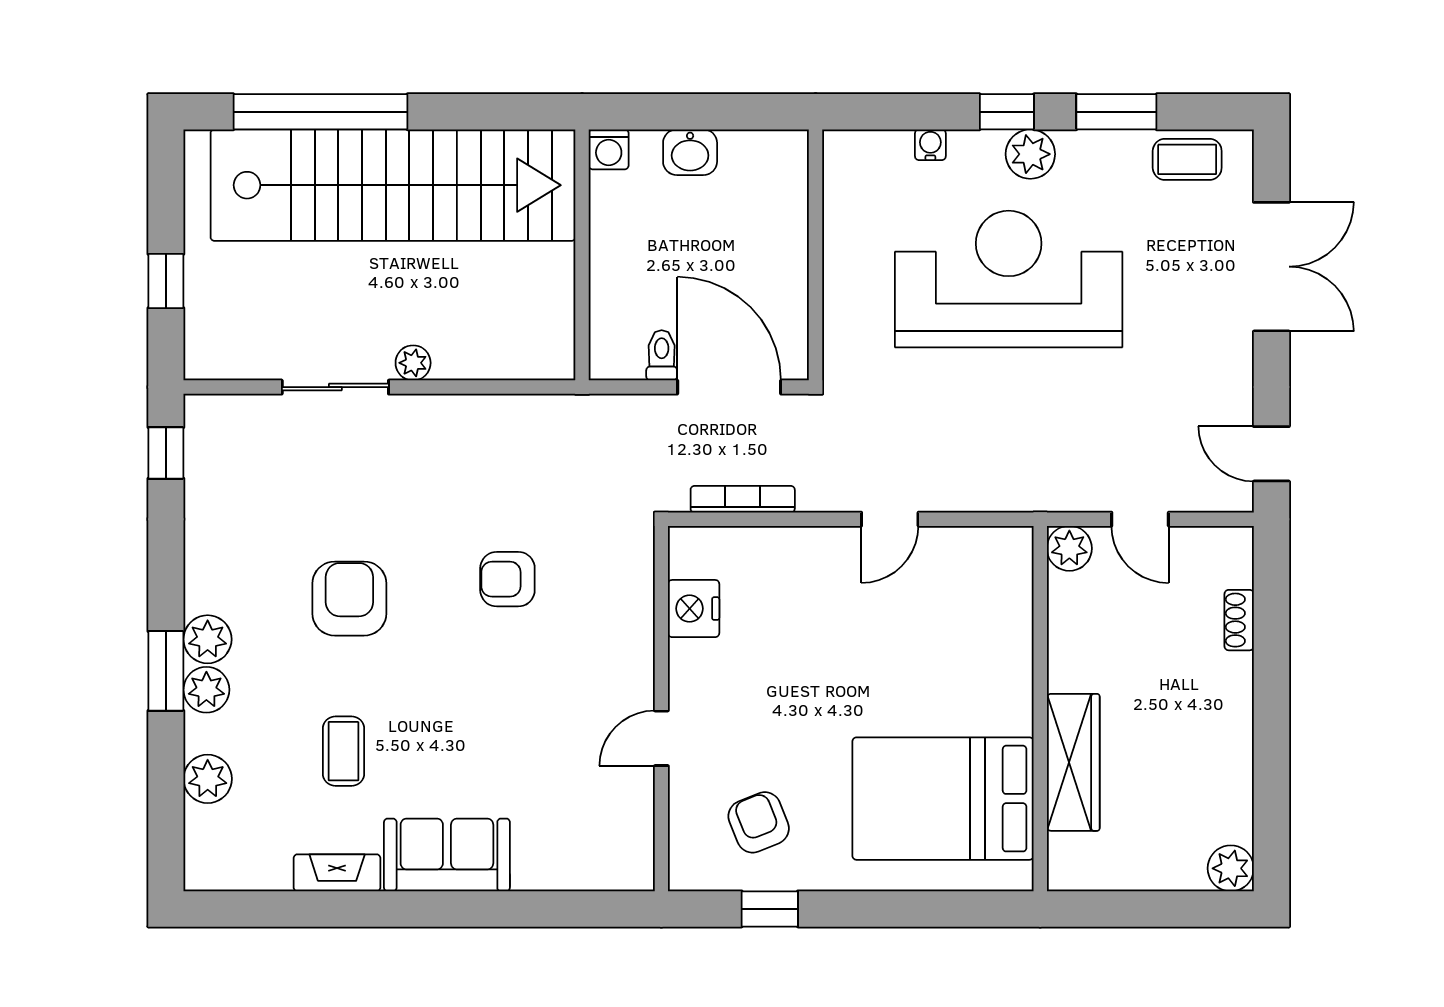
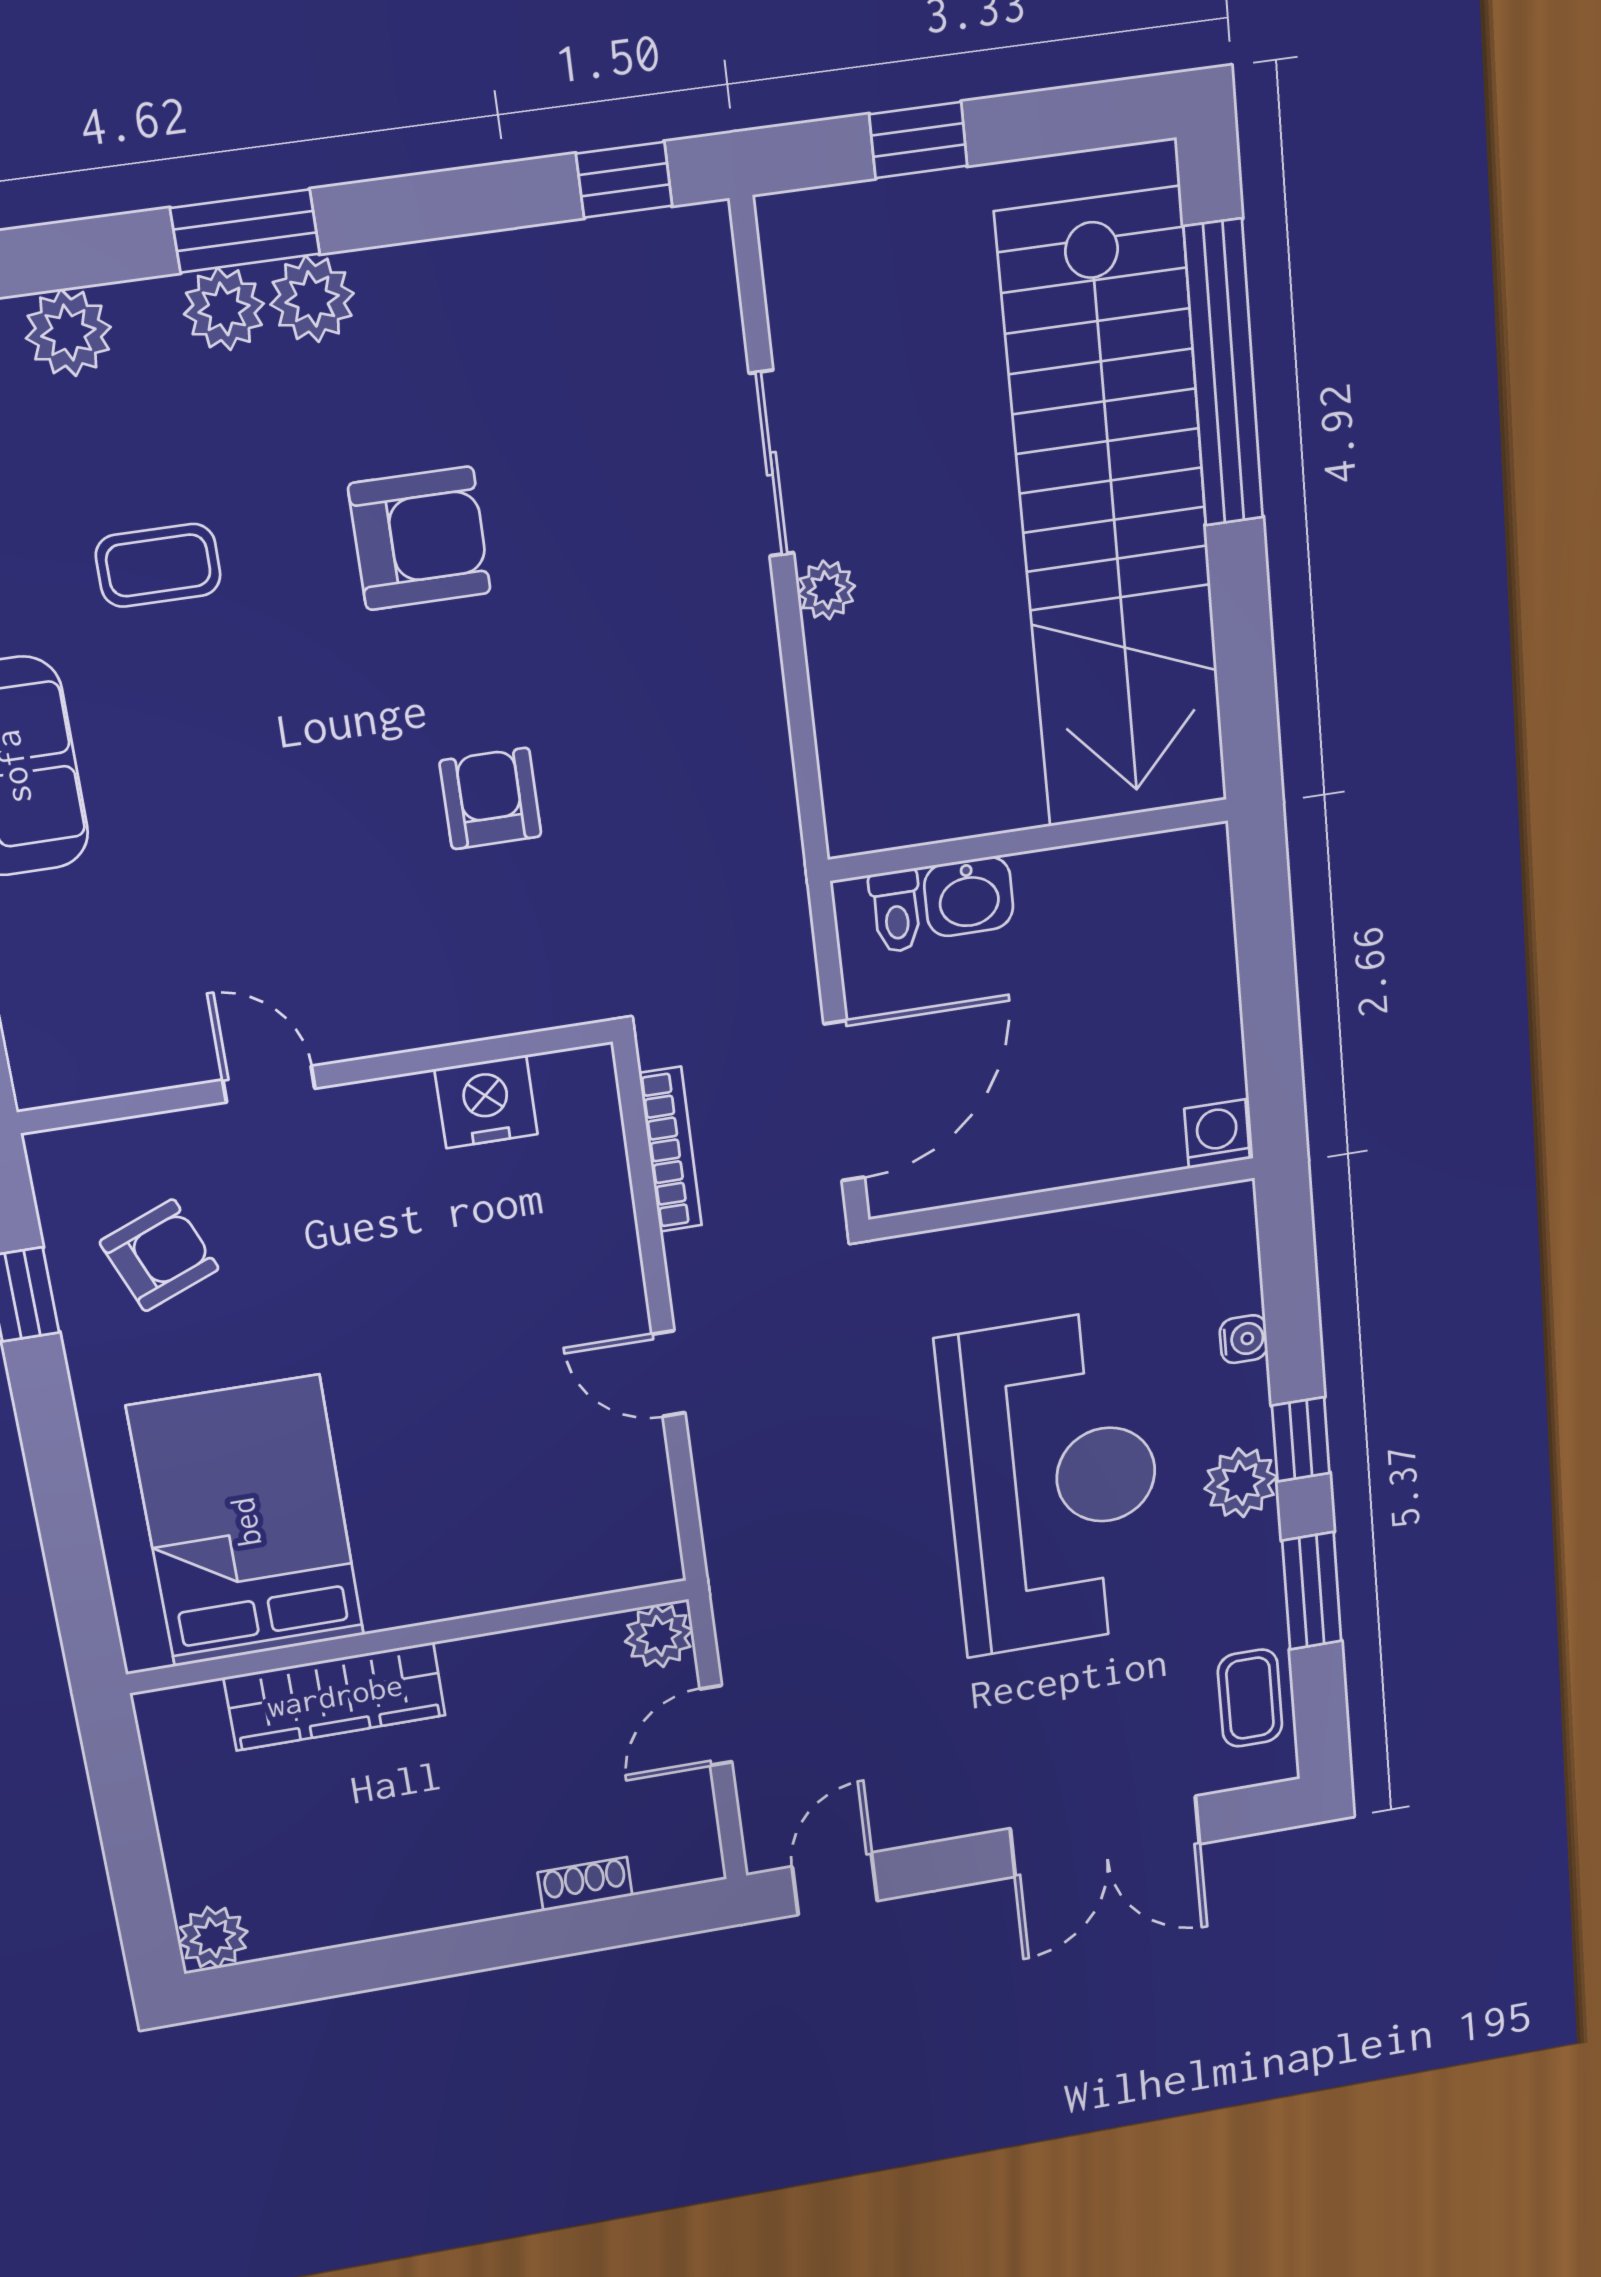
washing machine: (609, 149) -> (1217, 1134), moved, turned 90
washbasin: (690, 152) -> (969, 897), moved, turned -90
toilet: (662, 355) -> (896, 911), moved, turned 90

